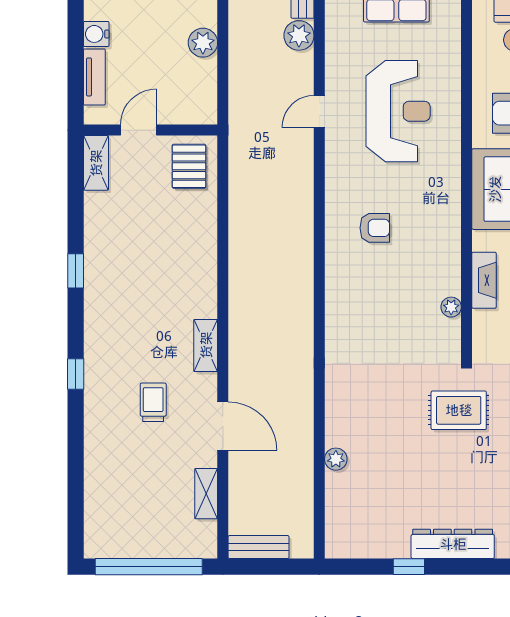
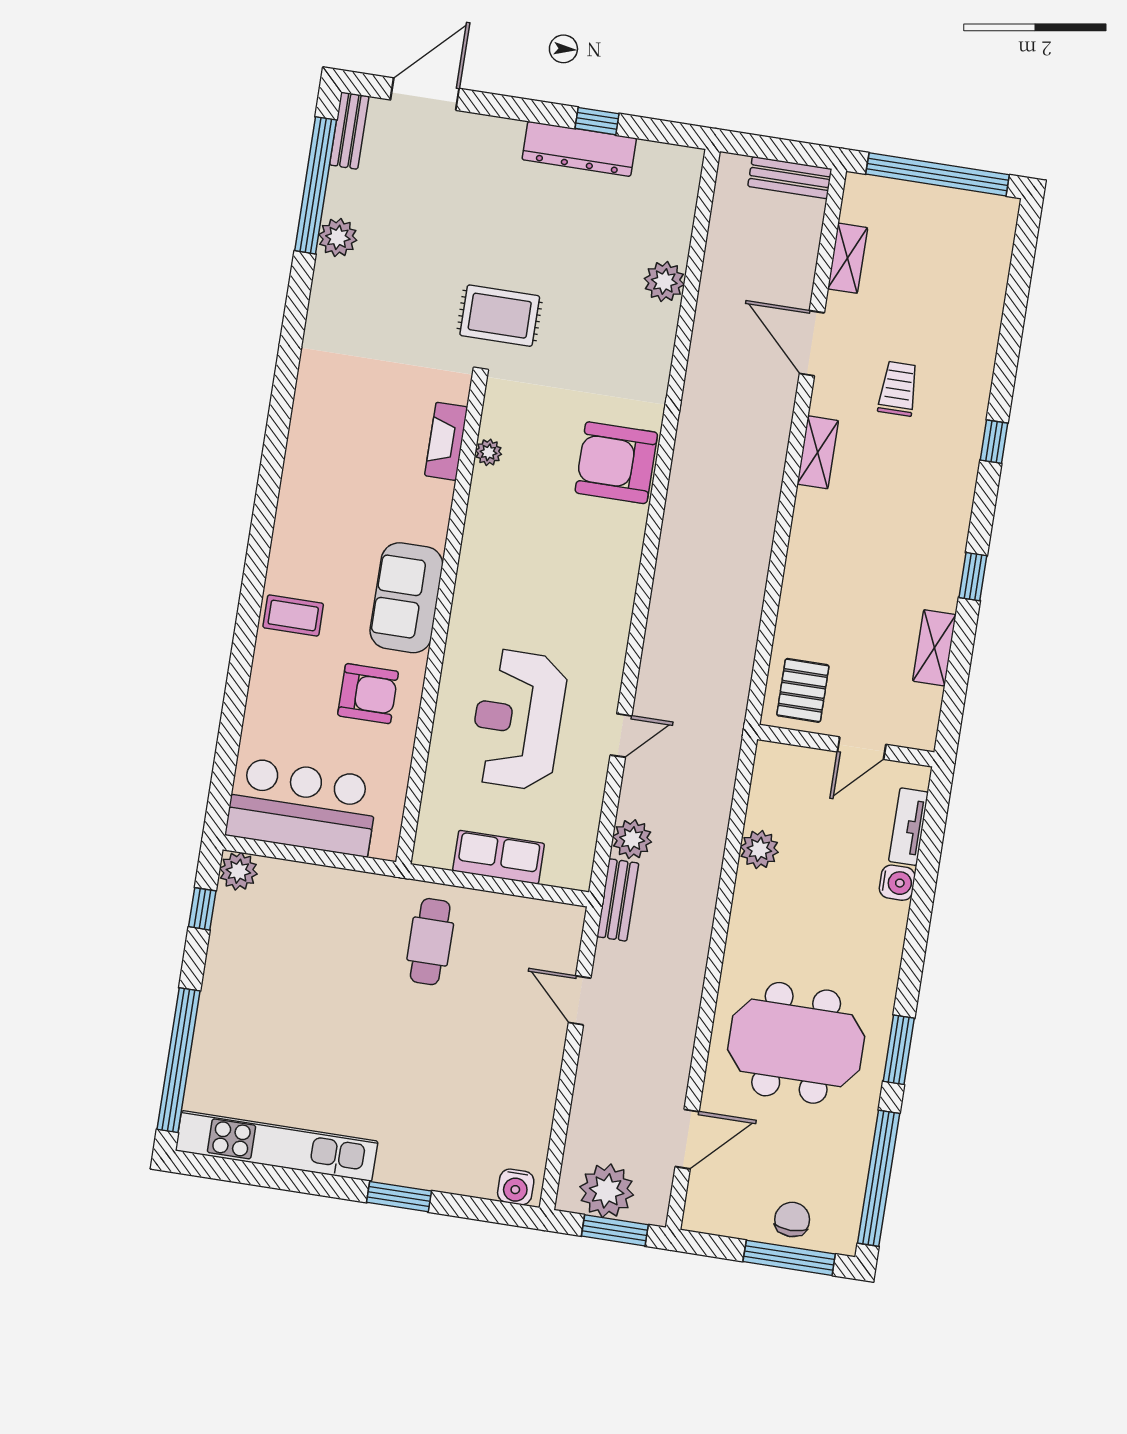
shelving: (96, 163) -> (934, 648), moved
armchair: (375, 228) -> (616, 463), moved, width x1.88, depth x1.88
fireplace: (484, 280) -> (446, 441), moved
trolley: (153, 402) -> (898, 389), turned 180
plant: (336, 459) -> (664, 282), width x1.38, depth x1.38
dresser: (453, 544) -> (579, 149), moved

